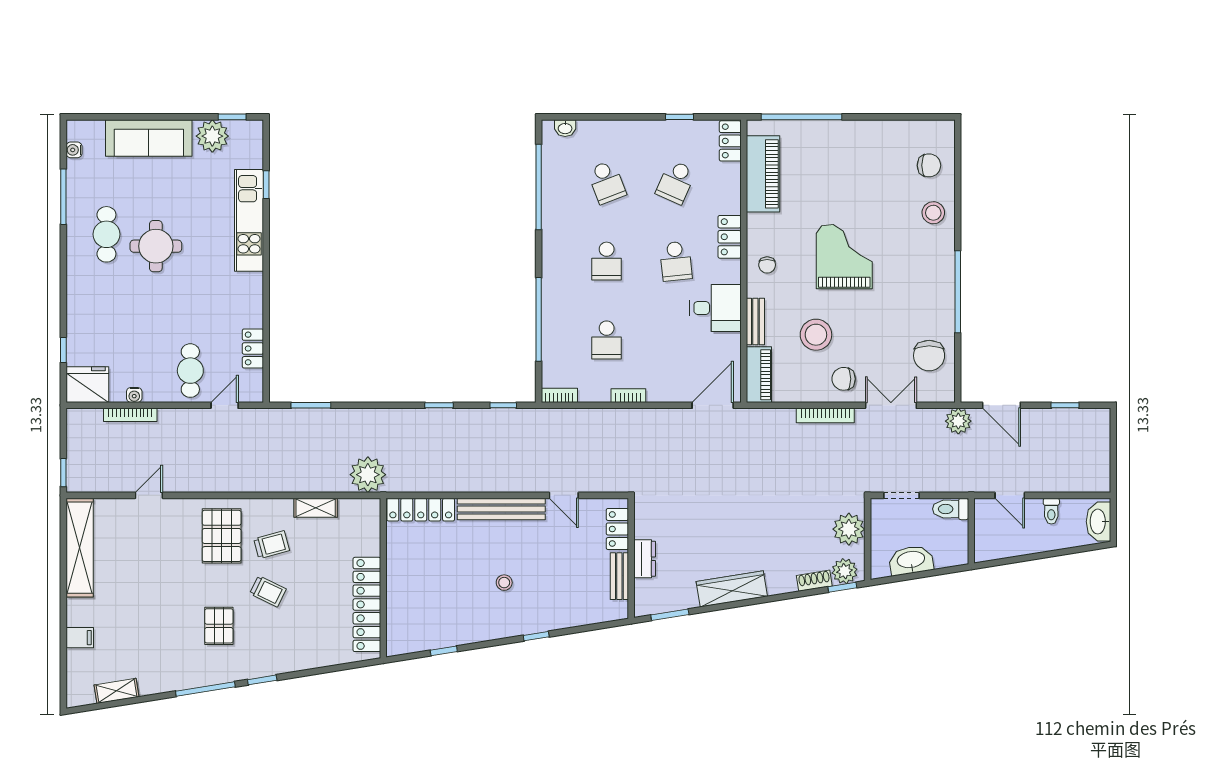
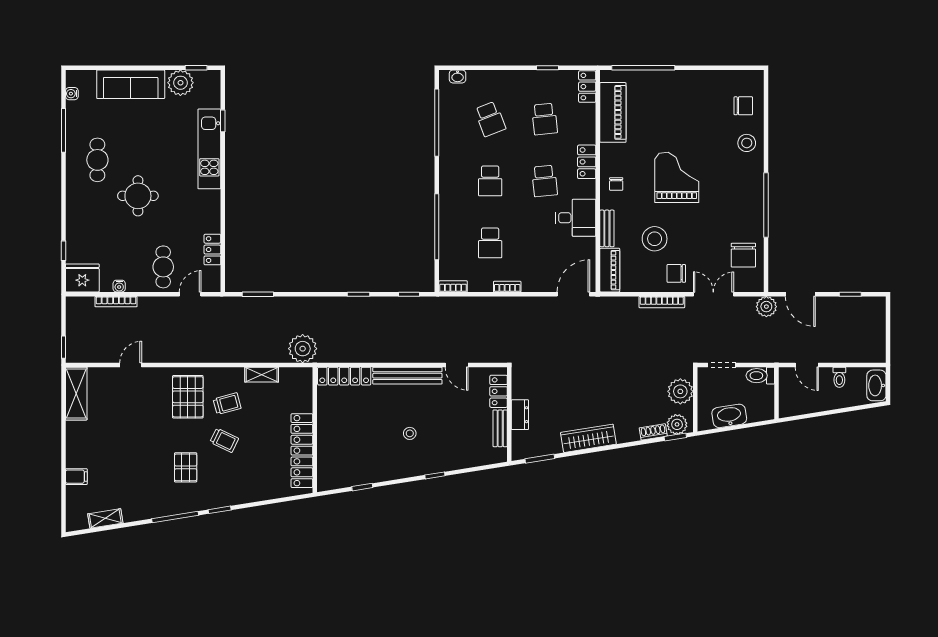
school desk: (676, 182) -> (544, 119), turned -30
round table: (156, 246) -> (138, 196), moved
shelving: (80, 548) -> (76, 394), width x0.68

